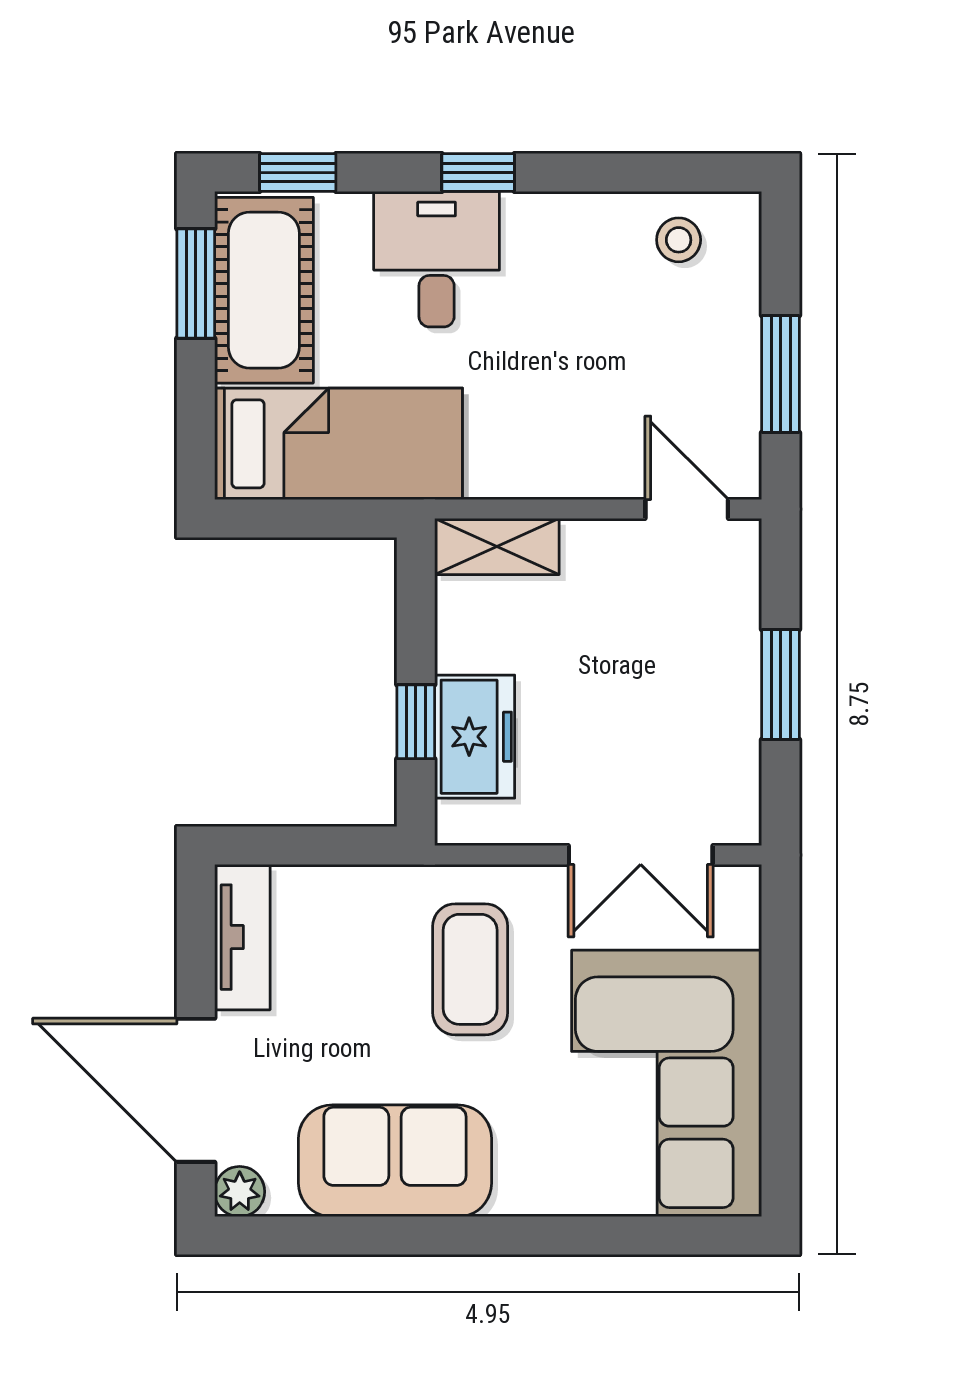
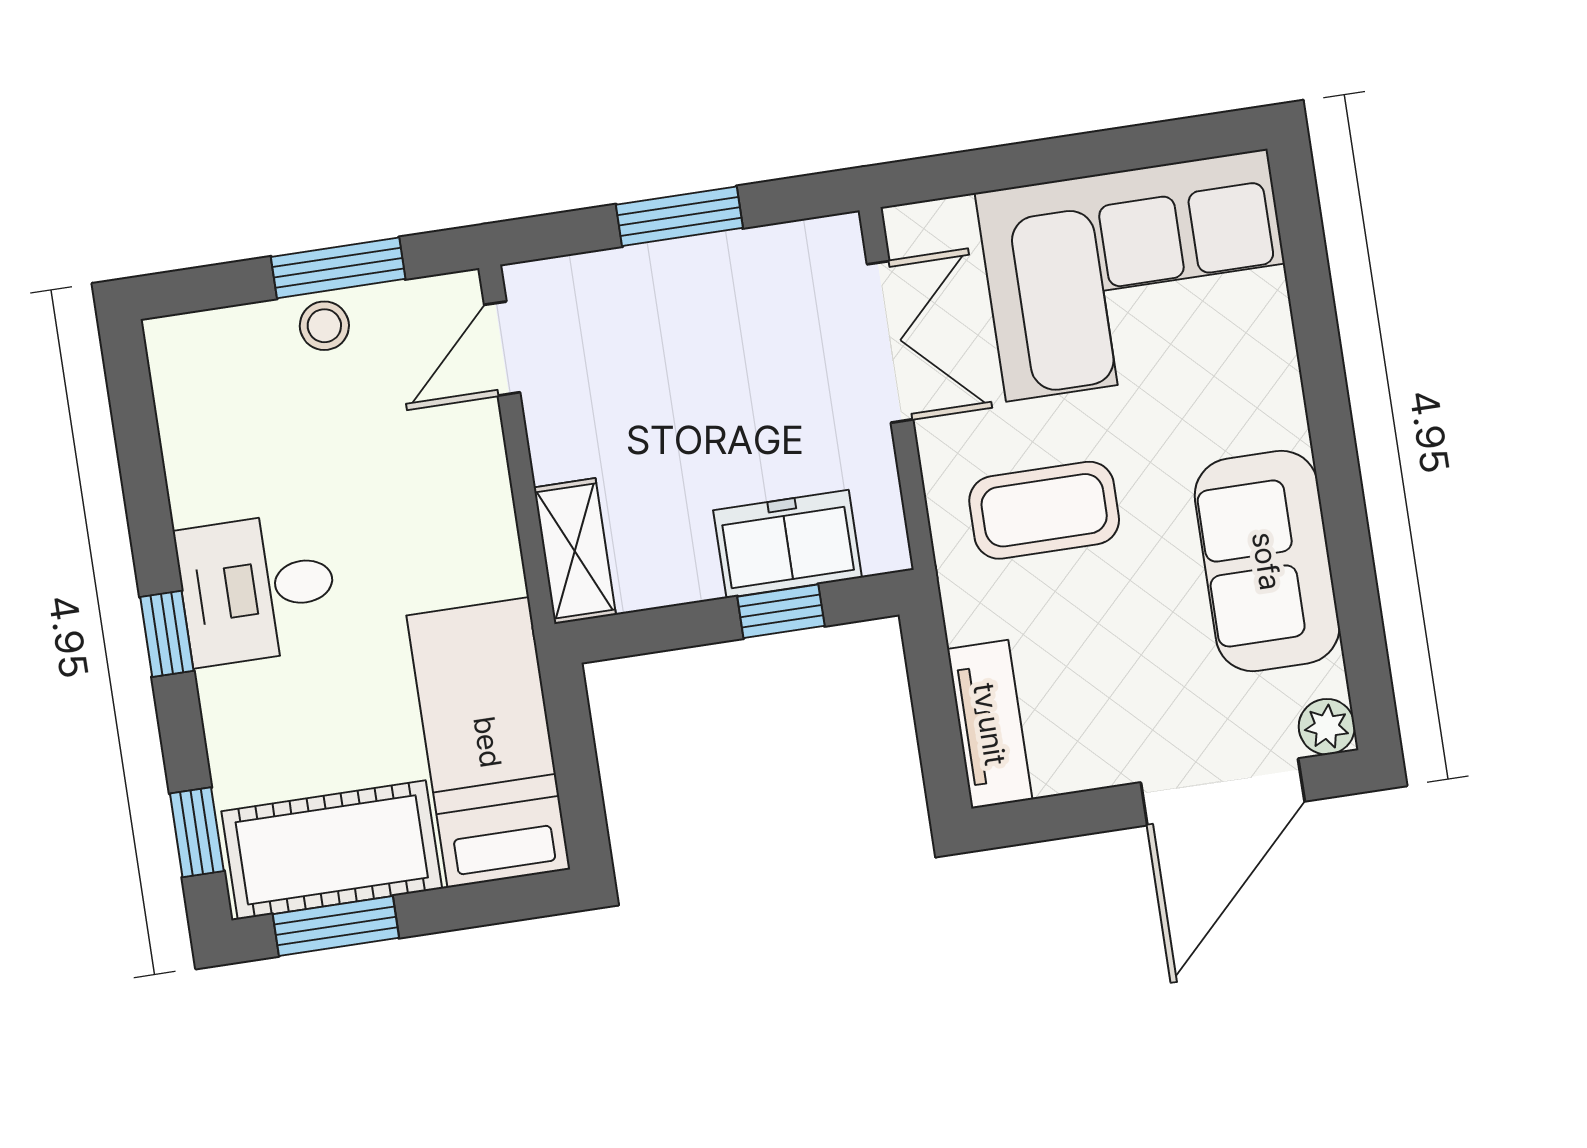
stool: (679, 240) -> (324, 326), moved
desk: (437, 259) -> (257, 589), moved
tv unit: (242, 937) -> (990, 724), moved, turned 90

